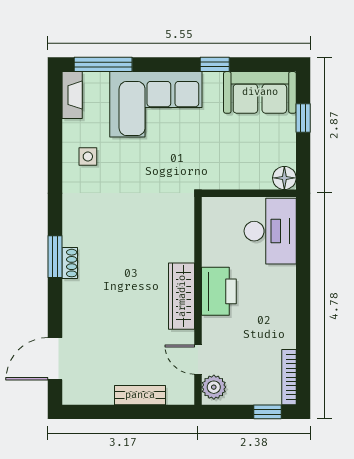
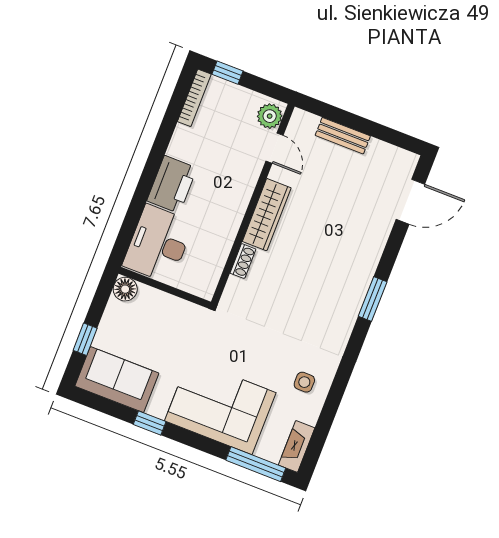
shoe rack: (70, 263) -> (243, 261), moved, turned 180
printer: (219, 291) -> (172, 184), moved, turned 180

